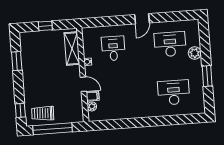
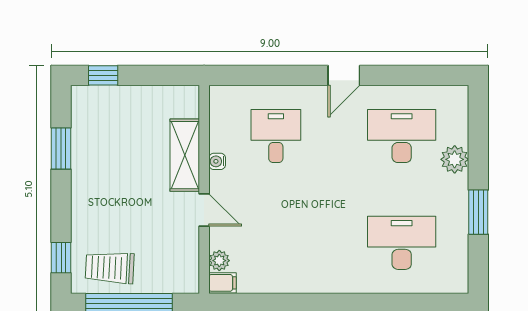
window: (45, 26) -> (103, 75), moved
shelving: (72, 49) -> (185, 155), moved
filing cabinet: (93, 96) -> (223, 283), moved

